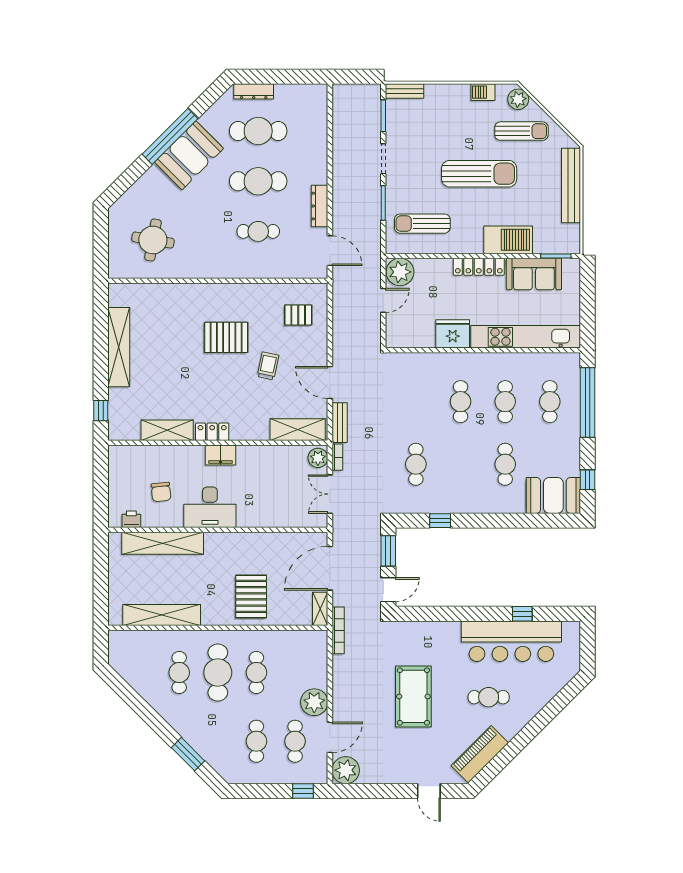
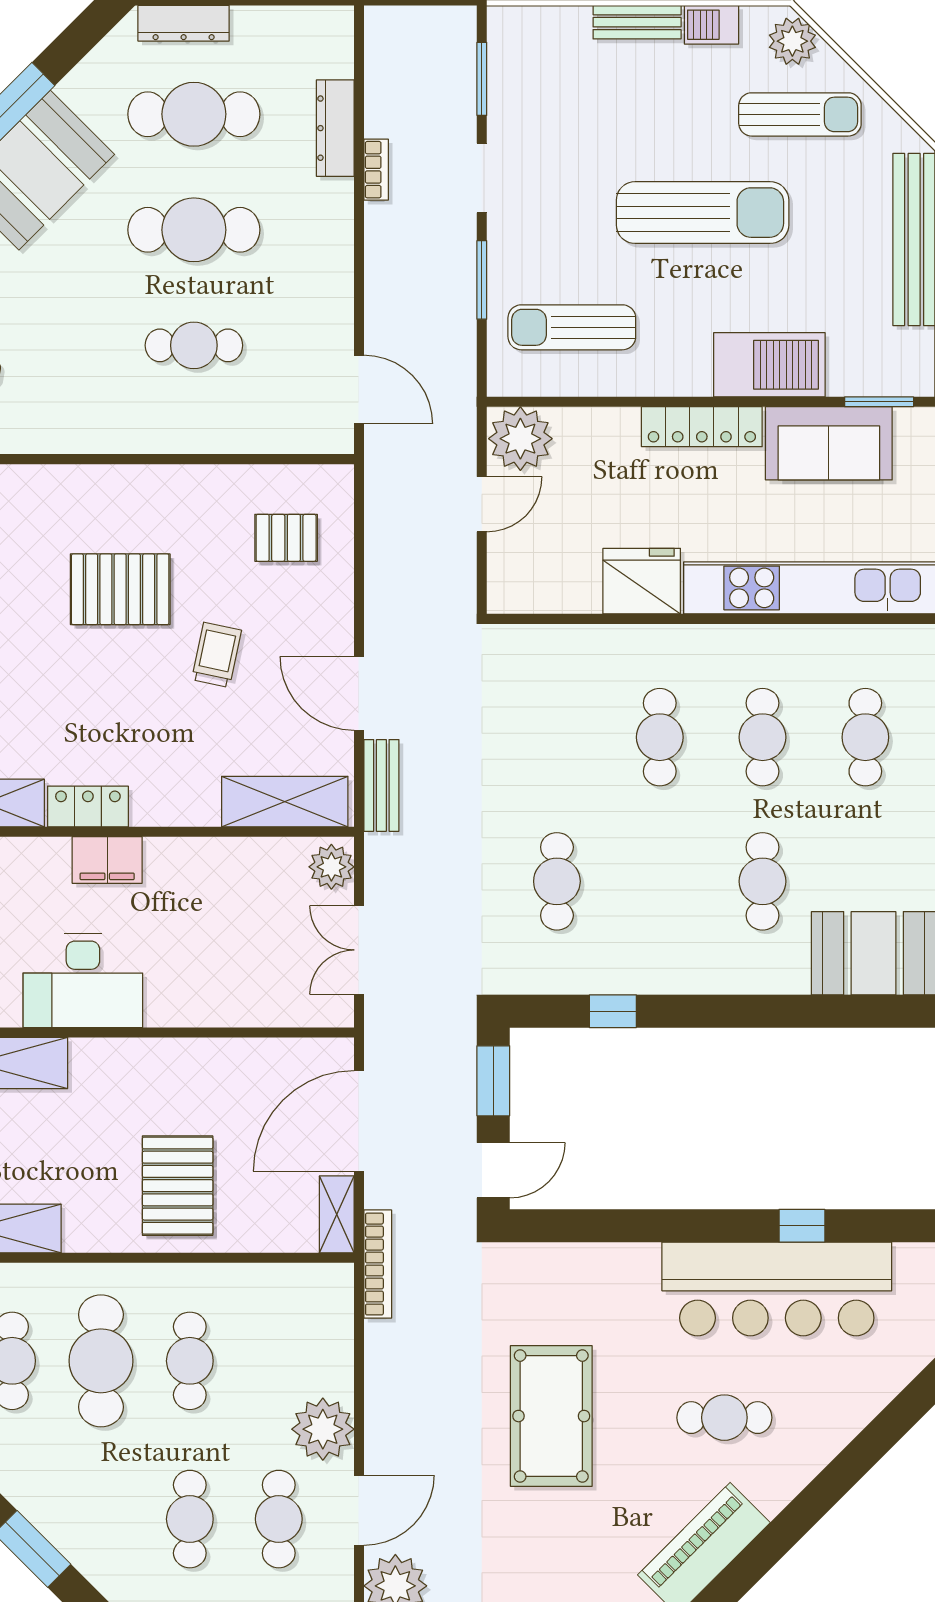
bench: (404, 91) -> (637, 22), moved
dresser: (320, 206) -> (335, 128), moved
bookcase: (337, 457) -> (376, 170), moved

